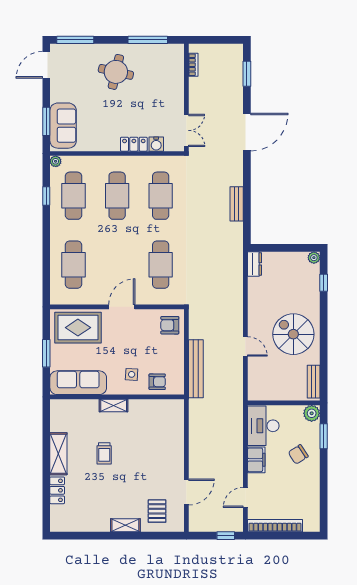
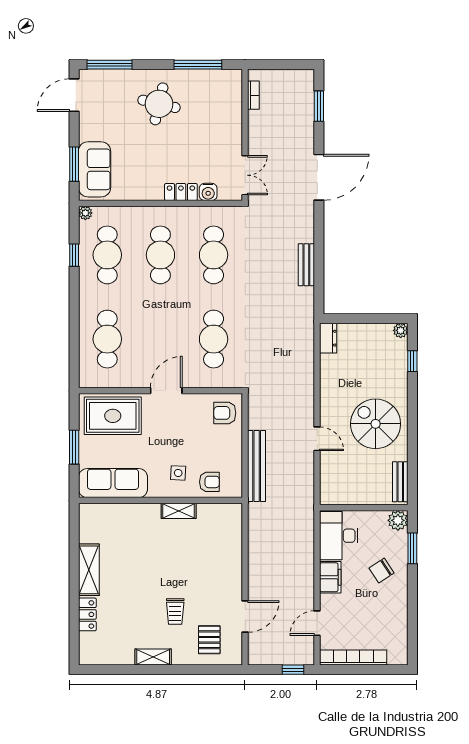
shelving: (114, 405) -> (179, 511), moved
trolley: (104, 453) -> (175, 612), moved
shelving: (125, 525) -> (153, 657), moved

